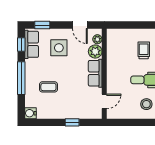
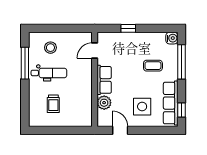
window: (42, 25) -> (159, 130), removed
plant: (97, 39) -> (102, 115), removed
row of seats: (32, 44) -> (171, 103), width x1.48
window: (21, 78) -> (182, 62), moved

